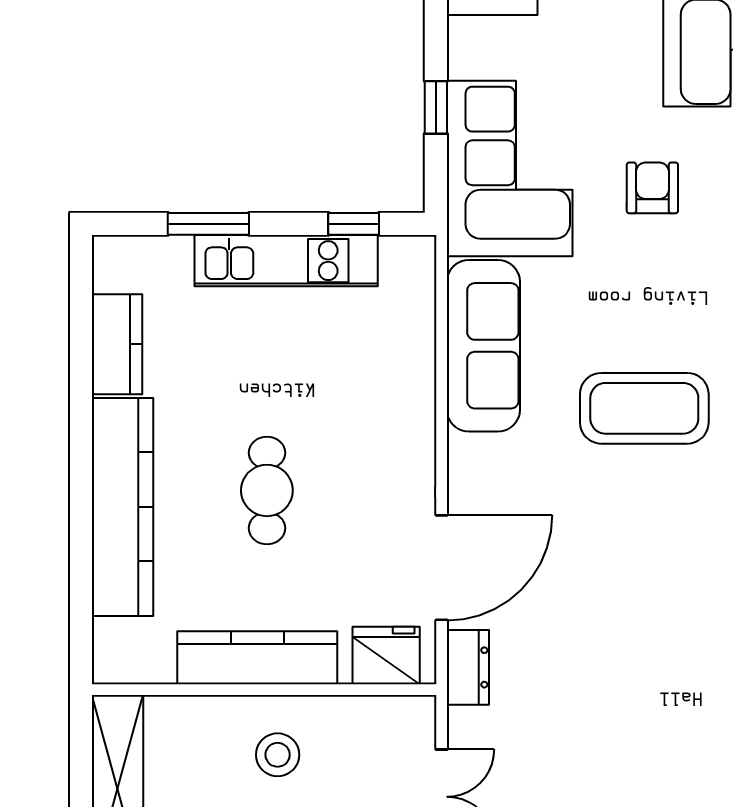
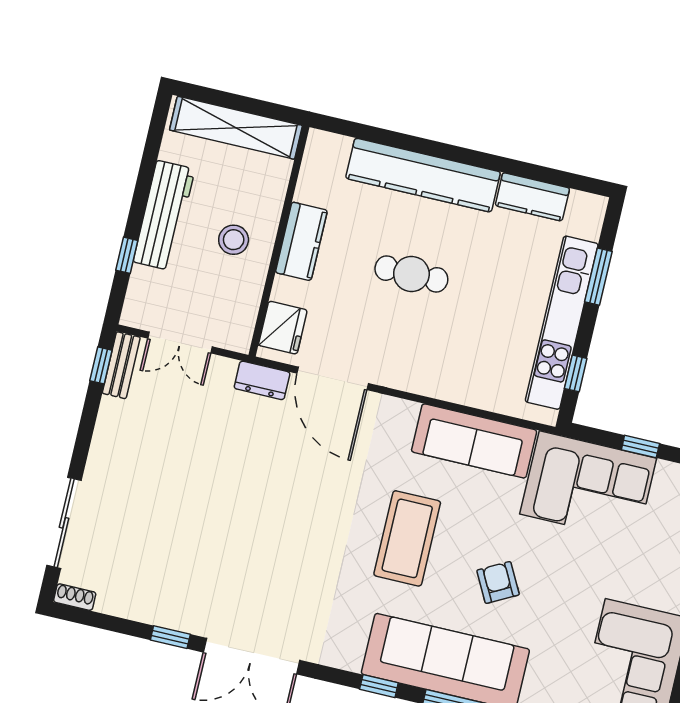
armchair: (652, 188) -> (498, 582), moved, turned -118
kitchen unit: (286, 261) -> (562, 323), width x1.36
kitchen counter: (257, 658) -> (301, 241), width x0.67

